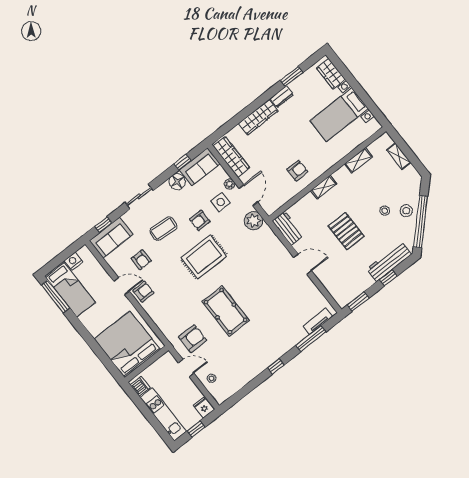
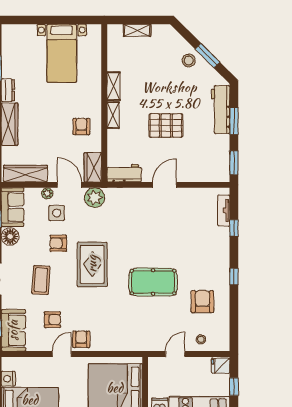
wardrobe: (331, 74) -> (93, 167), moved, turned 90
shelving: (358, 160) -> (114, 86), moved
stool: (385, 211) -> (174, 79), removed
armchair: (200, 220) -> (58, 243), turned 90
window: (421, 222) -> (208, 56), width x0.47
window: (388, 278) -> (234, 121), width x1.50
armchair: (193, 339) -> (202, 302), moved
window: (311, 339) -> (234, 228), width x0.46

